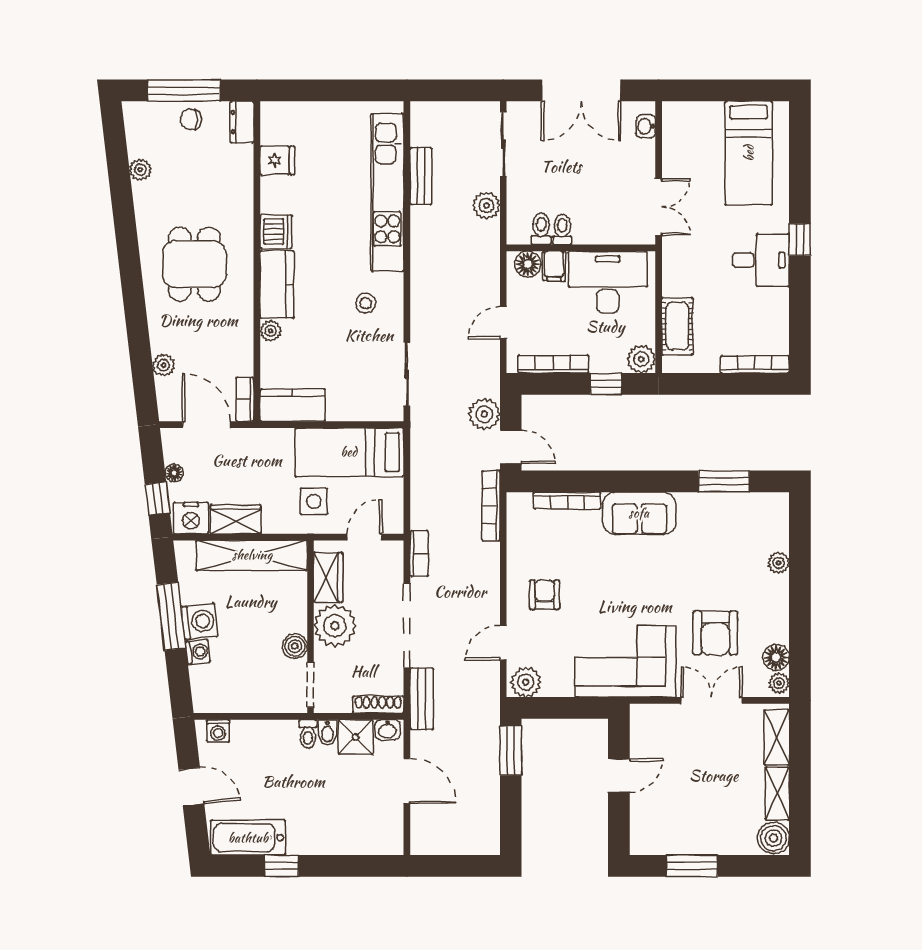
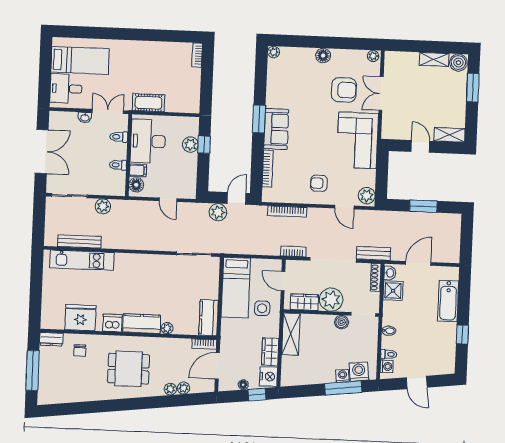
chair: (191, 119) -> (80, 350), moved
washbasin: (646, 126) -> (85, 117), moved
fridge: (277, 160) -> (80, 318), width x1.88, depth x1.34
plant: (140, 170) -> (170, 389), moved
bench: (421, 176) -> (79, 241), width x1.36
kitchen unit: (387, 193) -> (82, 260), width x0.73
toilet: (541, 229) -> (119, 137), moved
window: (800, 240) -> (129, 34), removed
desk: (761, 260) -> (66, 89), moved, turned -90
stool: (366, 303) -> (154, 275), removed
cot: (677, 326) -> (149, 103), moved
plant: (641, 359) -> (190, 144), moved
bookcase: (553, 364) -> (192, 173), removed
bookcase: (755, 364) -> (197, 55), width x0.64
window: (724, 481) -> (259, 119), moved
bookcase: (491, 506) -> (287, 211), moved
shelving: (252, 555) -> (291, 334), width x0.68
plant: (779, 563) -> (274, 52), moved
window: (171, 616) -> (343, 388), moved
washing machine: (199, 621) -> (359, 372), moved
floor lamp: (776, 657) -> (323, 56), moved
bidet: (327, 732) -> (389, 331), moved
toilet: (308, 734) -> (389, 354), moved
shelving: (777, 737) -> (450, 135), moved
window: (511, 751) -> (423, 206), moved
door: (191, 787) -> (417, 382), swing flipped
bathtub: (248, 838) -> (448, 301), moved
window: (692, 866) -> (473, 88), moved

